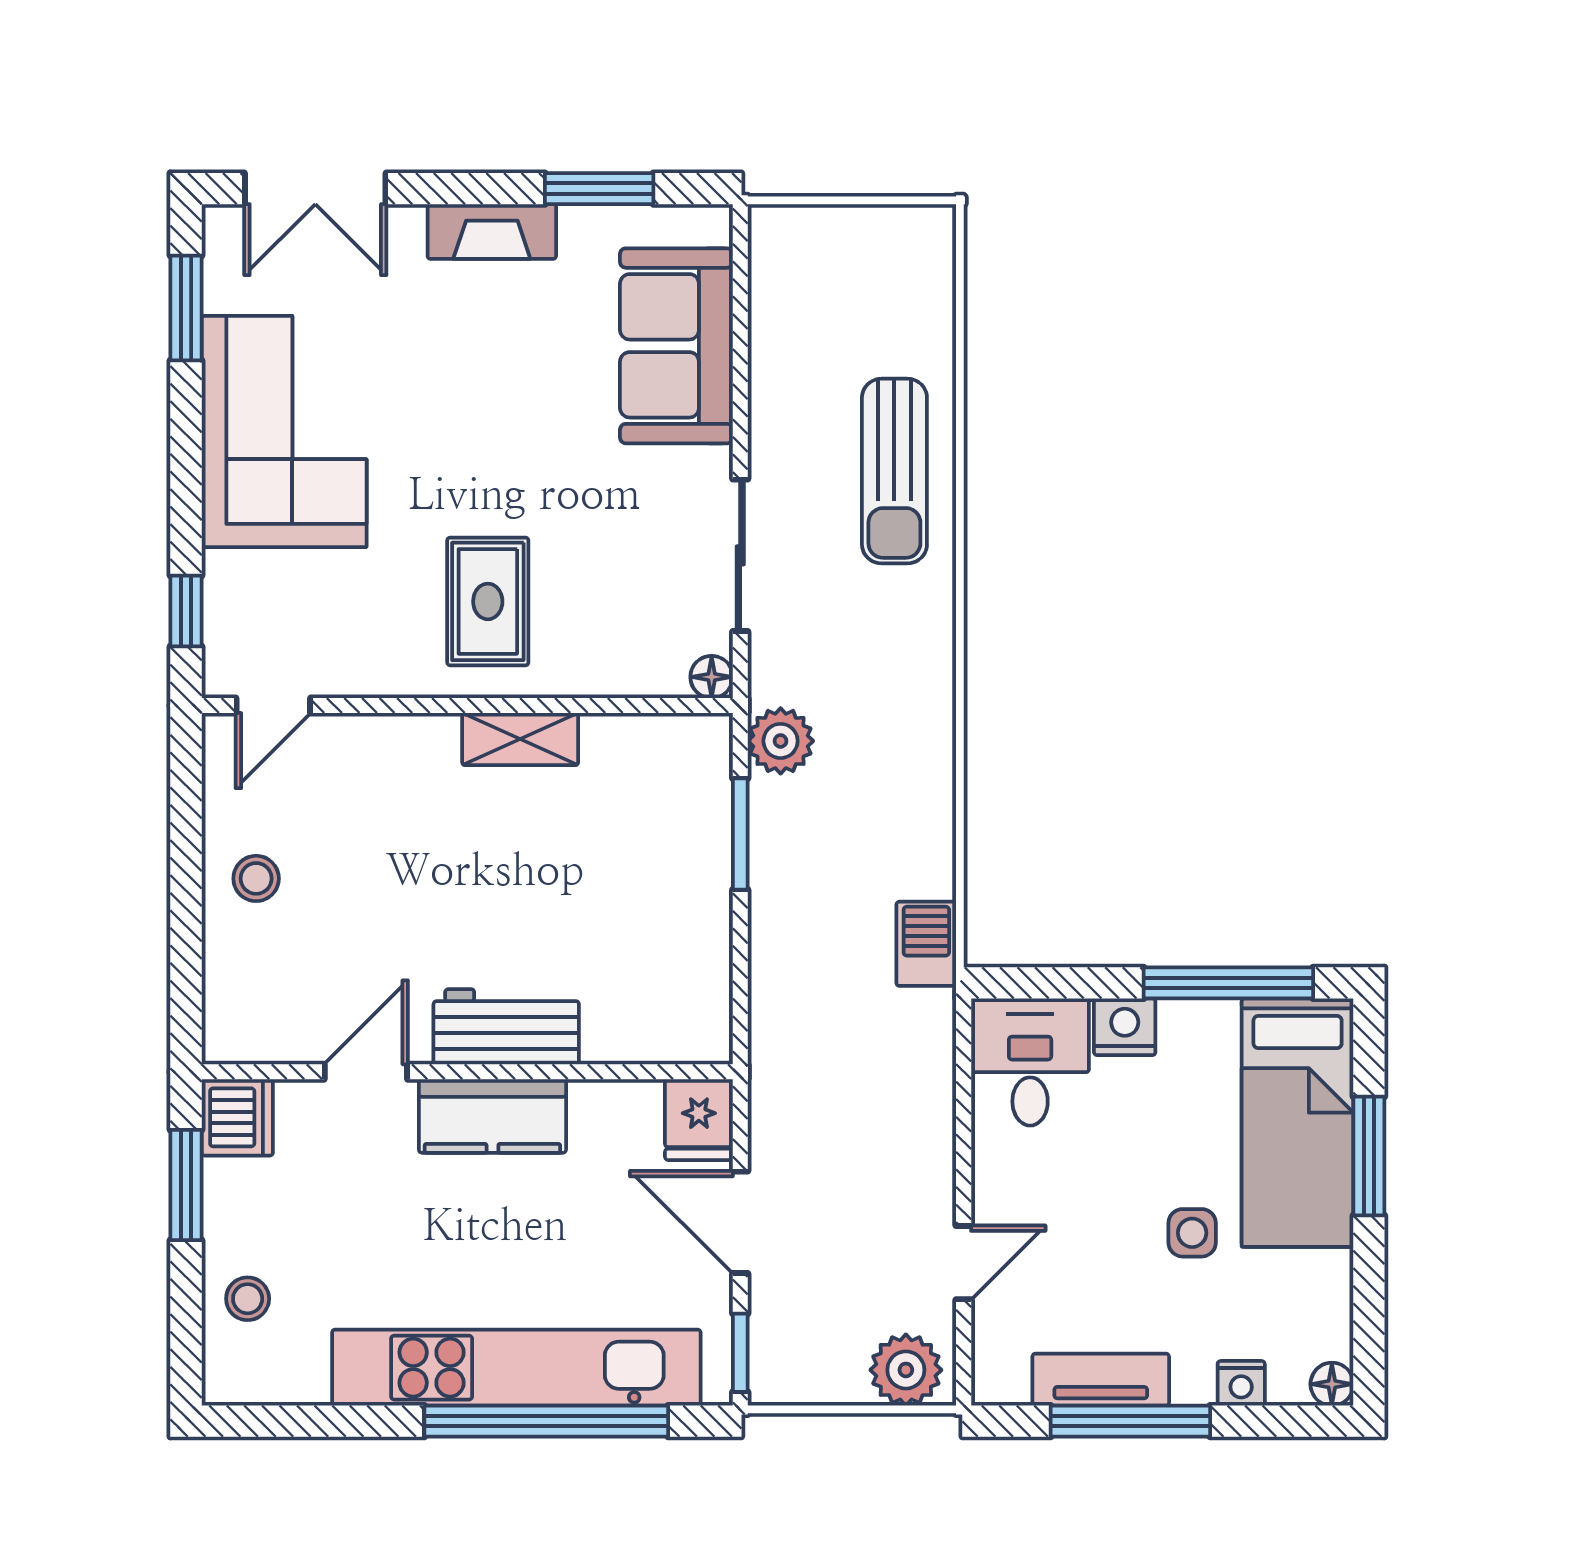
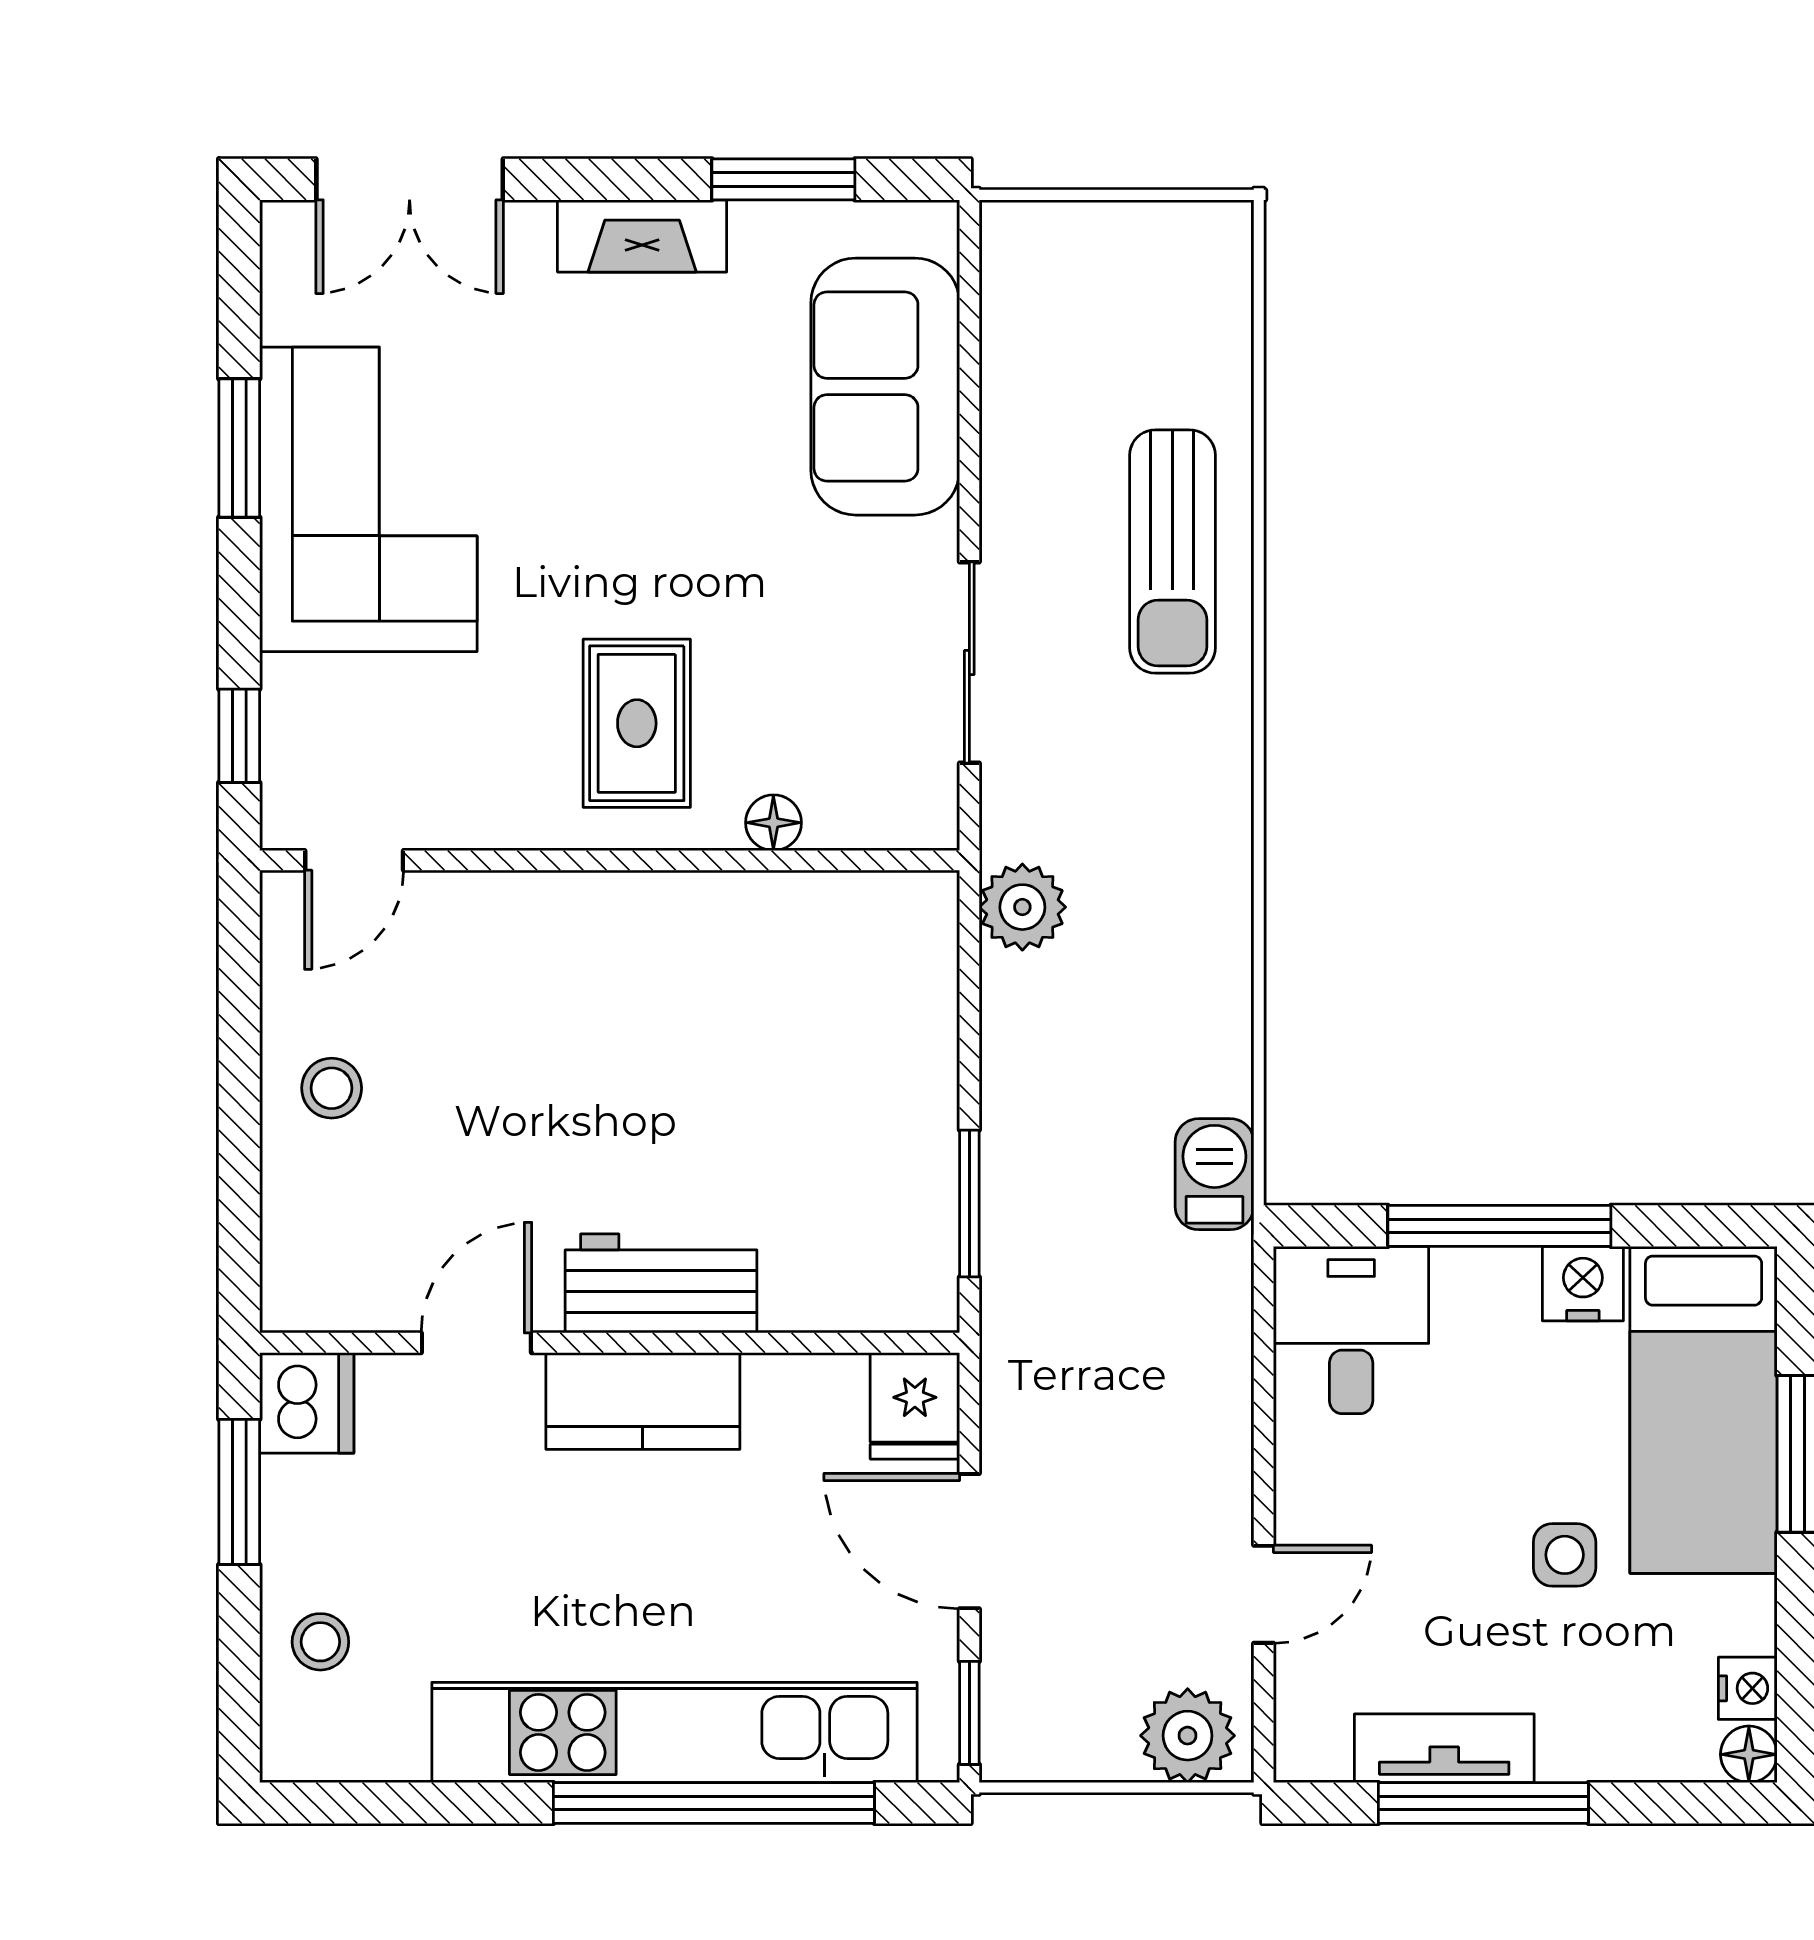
window: (186, 308) -> (239, 448), moved
floor lamp: (712, 677) -> (773, 823), moved
shelving: (520, 739) -> (679, 905), removed
window: (740, 834) -> (969, 1203), moved
window: (1228, 983) -> (1499, 1226), moved
nightstand: (1125, 1027) -> (1583, 1284), moved
nightstand: (1241, 1383) -> (1748, 1688), moved, turned -90

